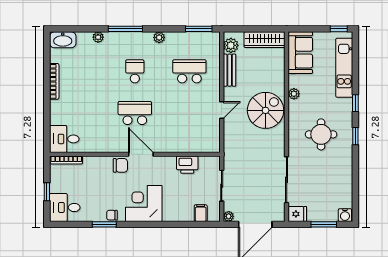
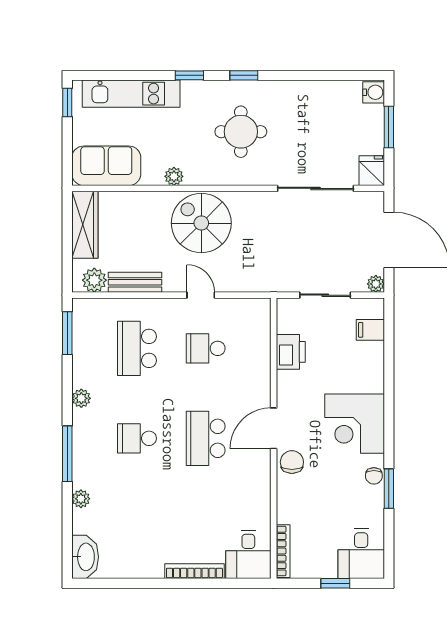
bookcase: (54, 81) -> (194, 571), moved
school desk: (189, 113) -> (206, 348), added

